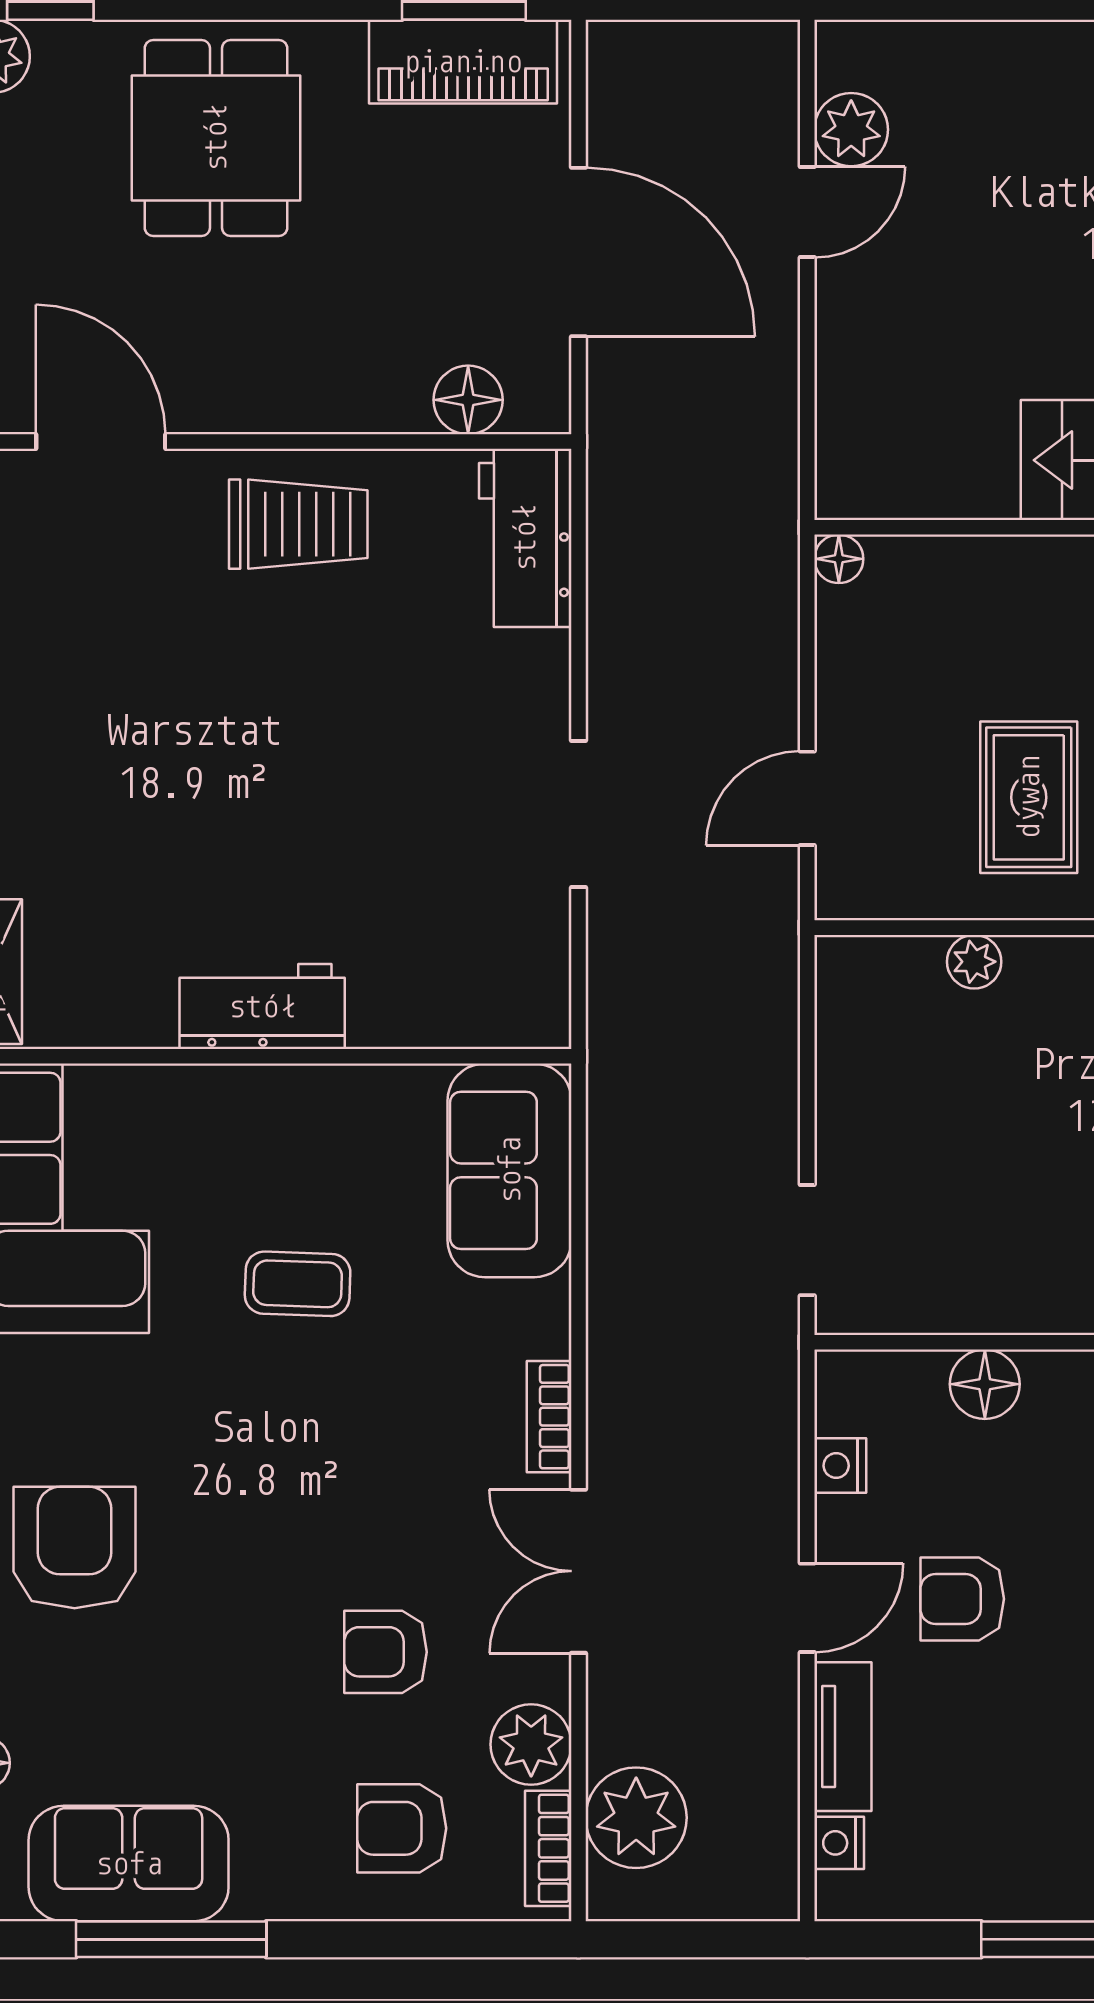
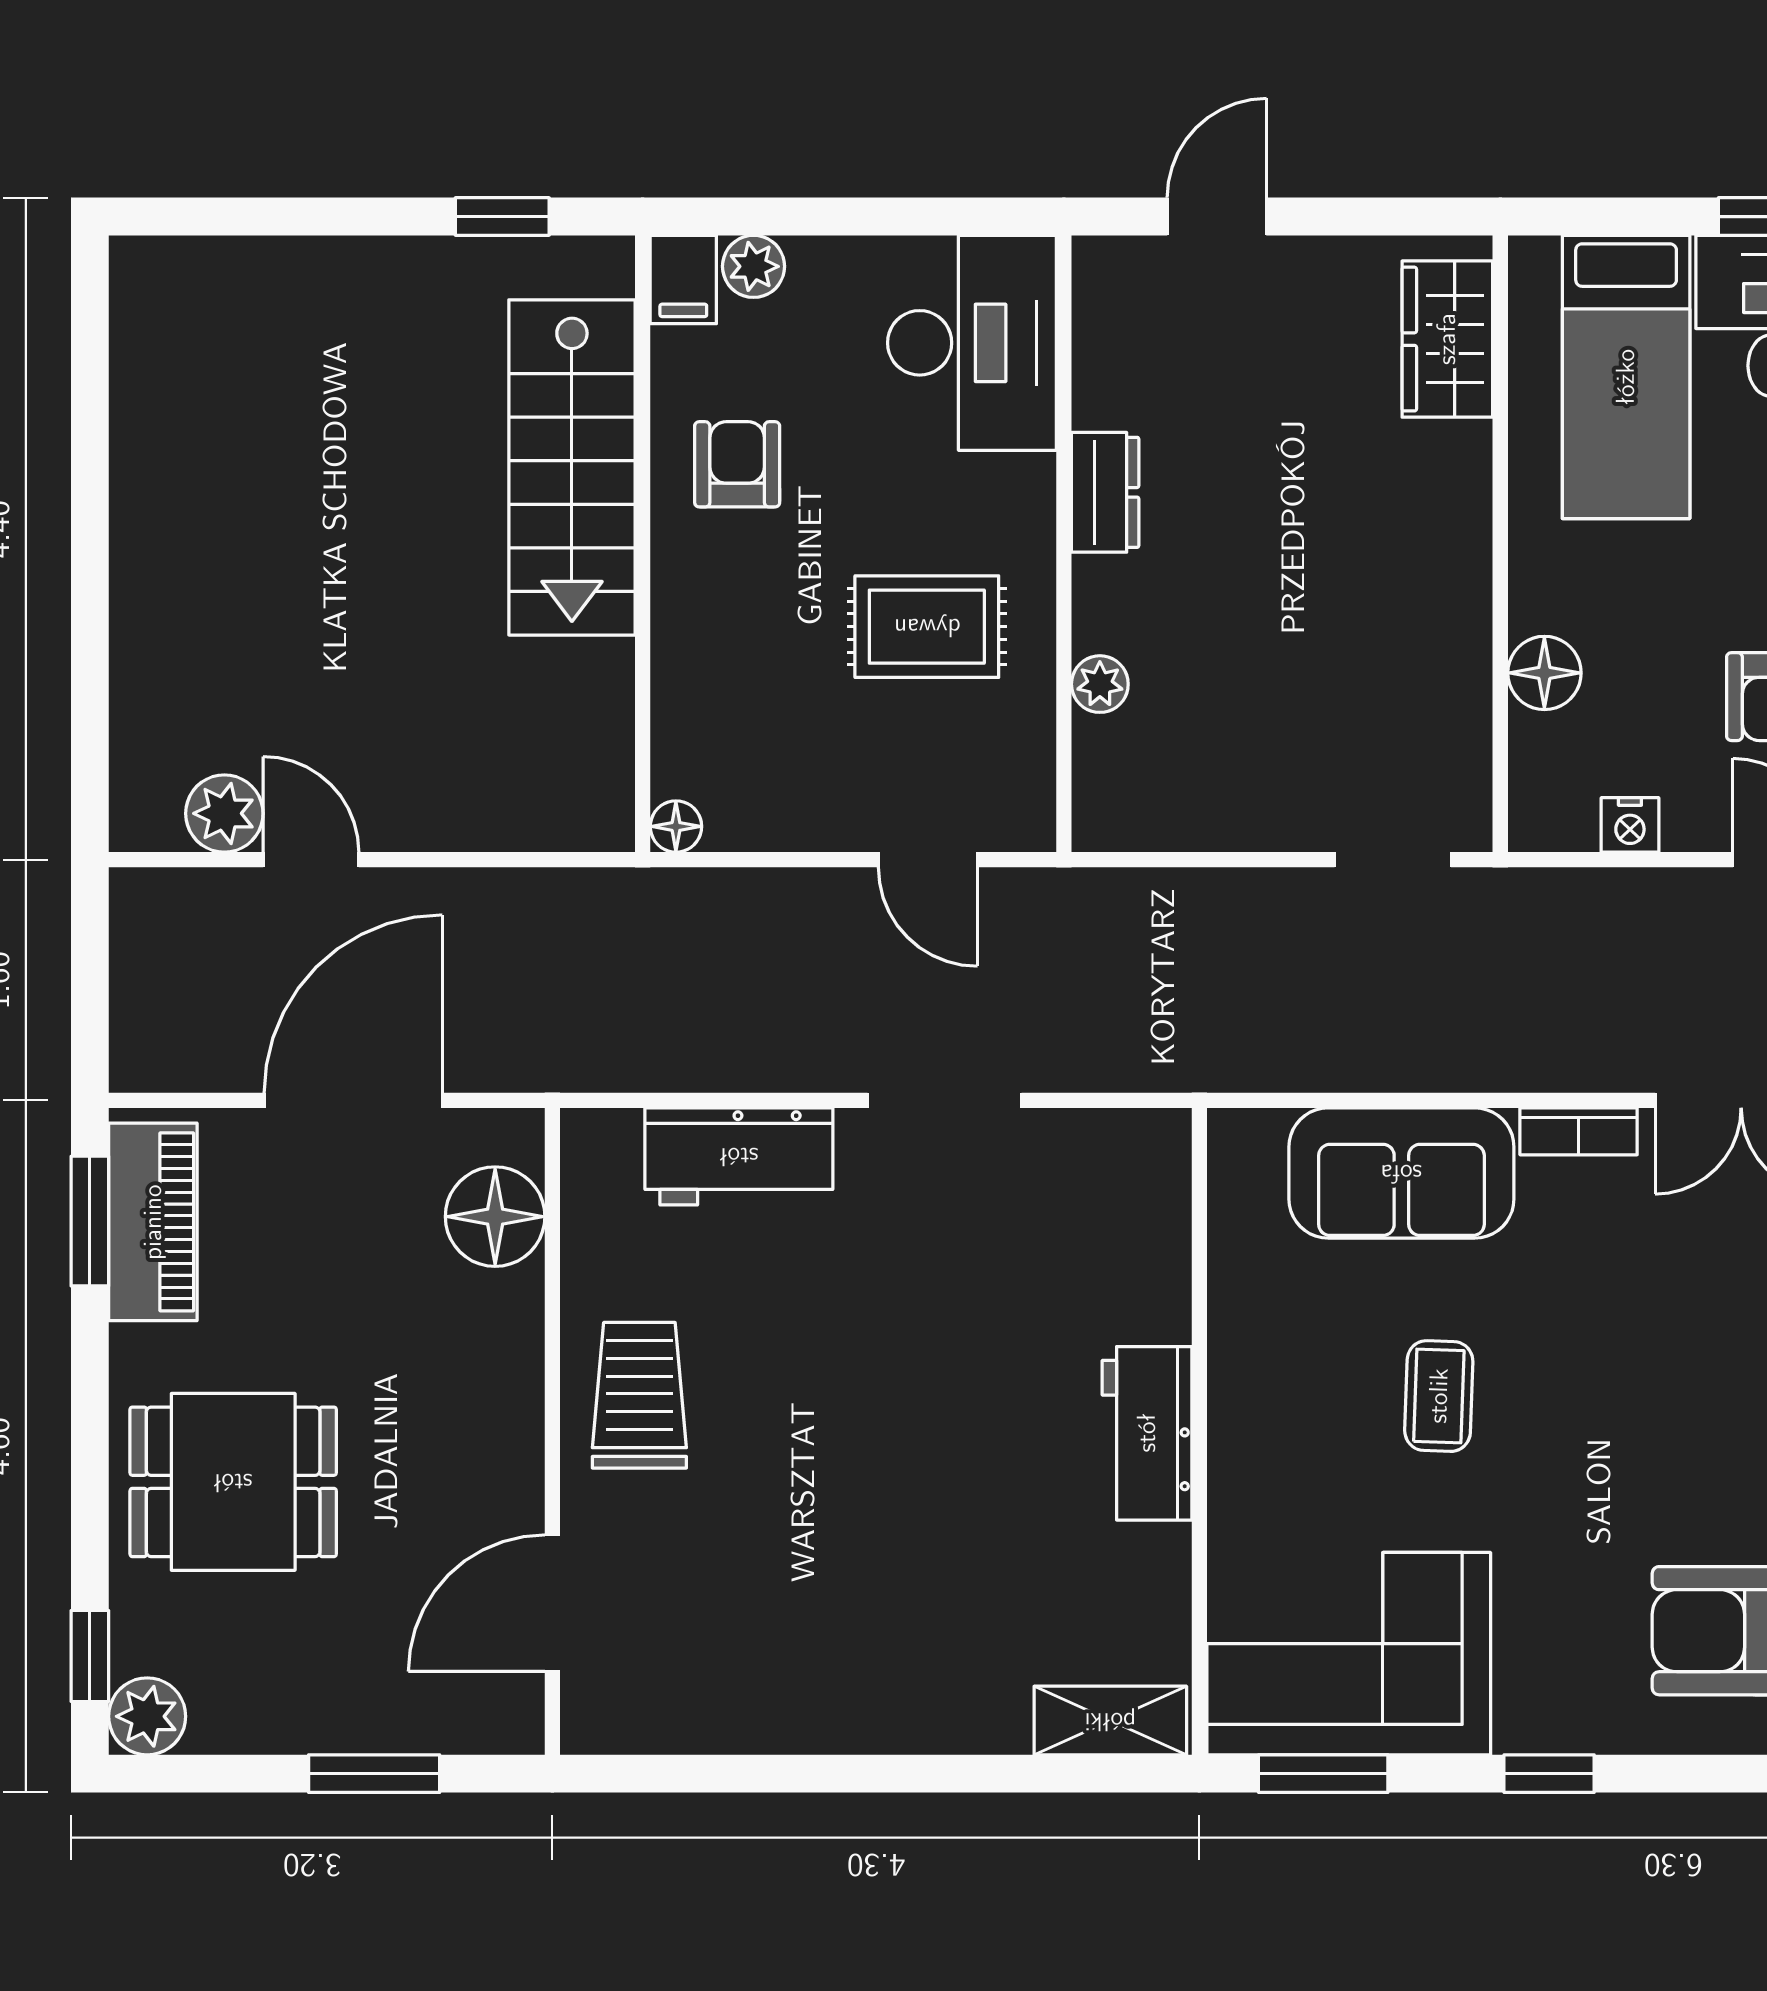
floor lamp: (468, 400) -> (495, 1217), width x1.38, depth x1.38
workbench: (525, 538) -> (739, 1156), moved
sofa: (510, 1170) -> (1401, 1173), moved

